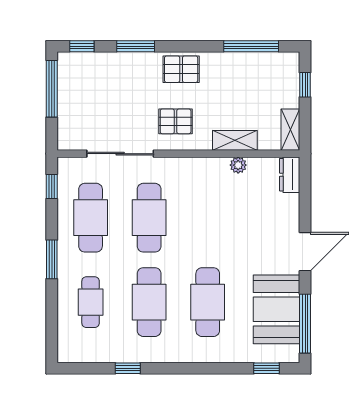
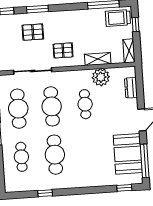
pallet: (181, 69) -> (33, 32), moved
trolley: (275, 71) -> (118, 18), added
plant: (238, 165) -> (101, 77), width x1.88, depth x1.88
dresser: (290, 175) -> (131, 88), moved
cafe table: (208, 302) -> (85, 104), moved, width x0.73, depth x0.74

